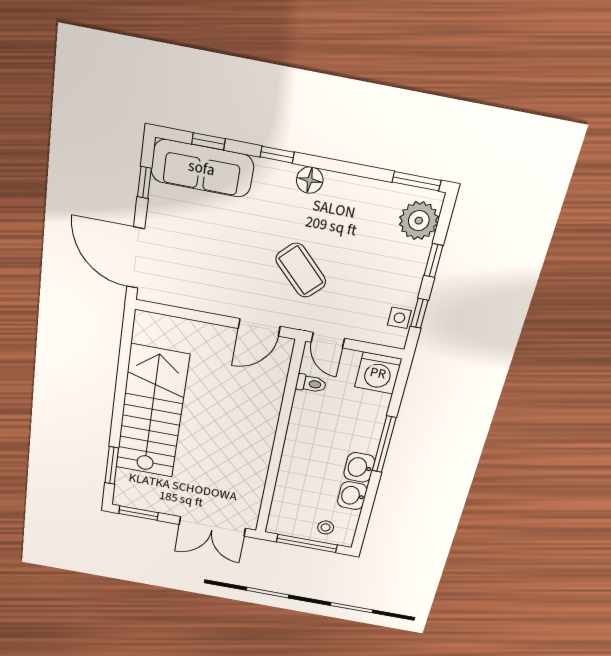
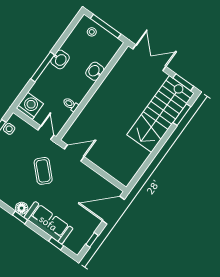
window: (277, 155) -> (20, 218), moved
sofa: (202, 168) -> (48, 223), moved
door: (136, 258) -> (113, 210), swing flipped
toilet: (311, 384) -> (71, 104), moved
stairs: (152, 412) -> (161, 114), moved
washbasin: (352, 496) -> (95, 71), moved, turned 180

